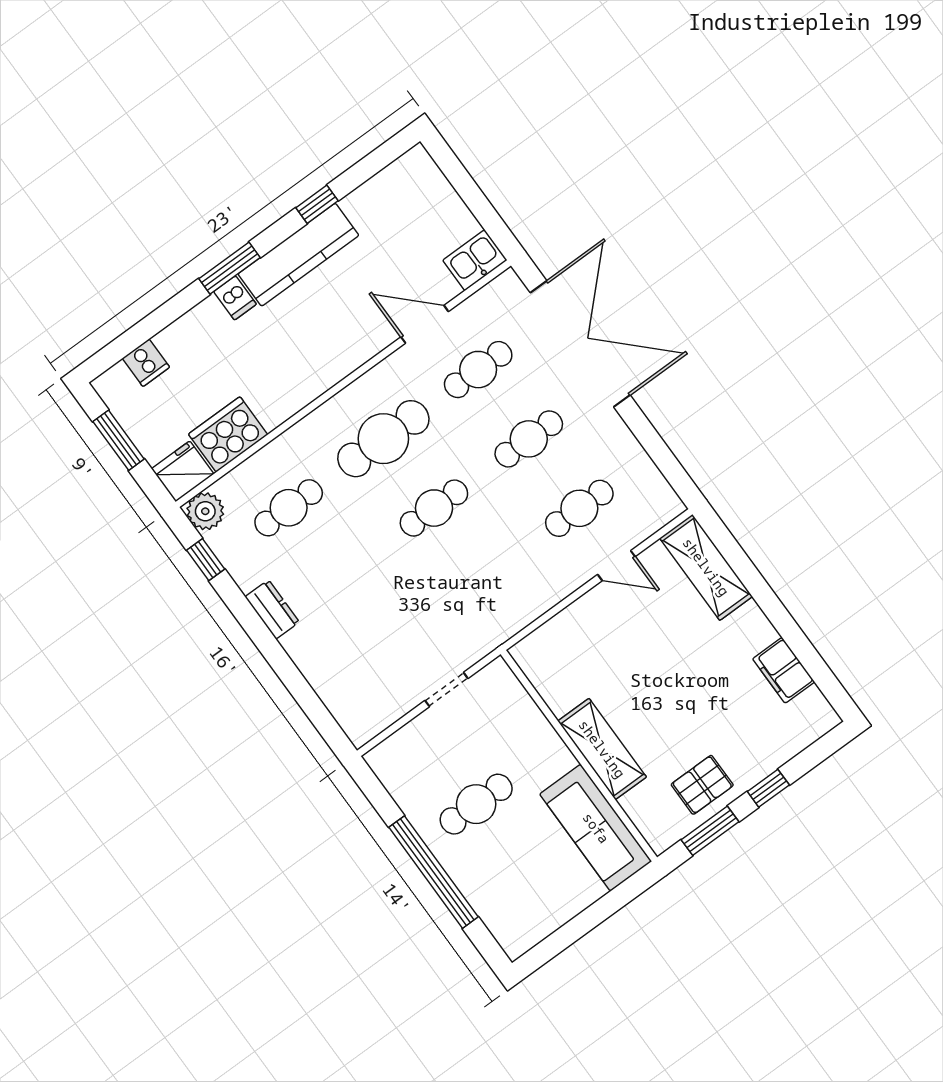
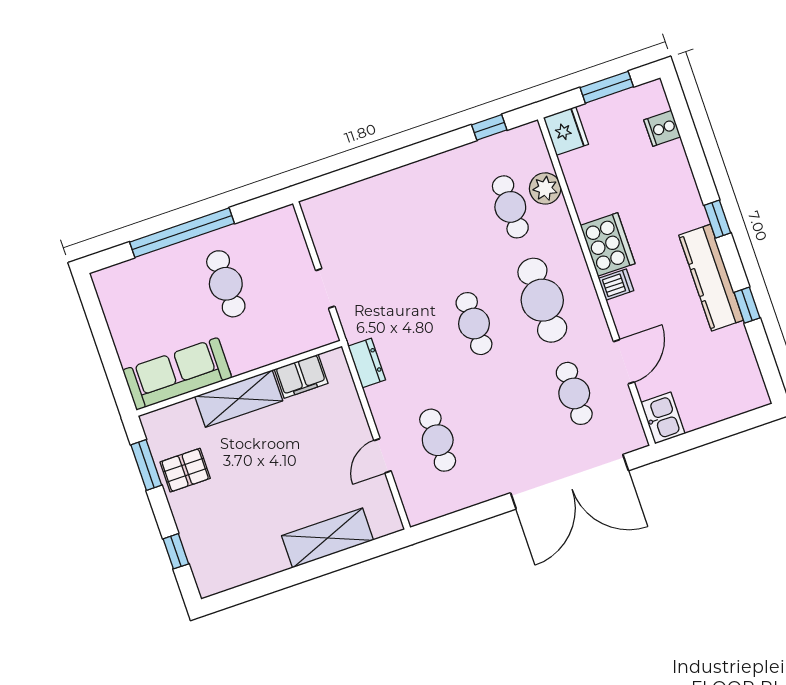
window: (230, 268) -> (717, 219), width x0.67
dishwasher: (235, 298) -> (616, 285), moved, turned 180
cooker: (228, 434) -> (608, 244), moved
cafe table: (529, 439) -> (506, 417), removed
plant: (205, 511) -> (545, 188), moved
shelving: (706, 567) -> (328, 538), moved
dresser: (272, 609) -> (367, 363), moved, turned -90
filing cabinet: (784, 670) -> (301, 376), moved, turned 180
pallet: (702, 785) -> (185, 470), turned 90
window: (768, 788) -> (176, 551), moved

